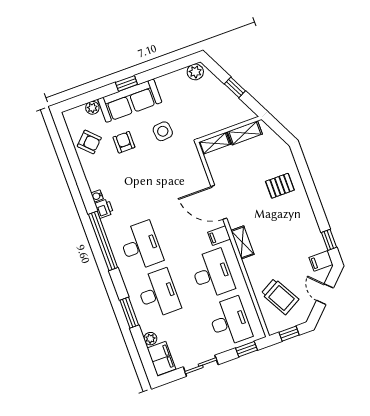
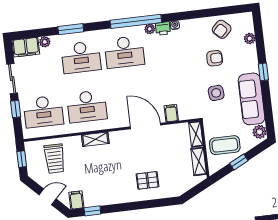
sofa: (130, 101) -> (252, 99), moved
coffee table: (219, 108) -> (225, 145), added
pallet: (280, 186) -> (147, 180), turned 90
door: (219, 202) -> (146, 126), hinge flipped
plant: (108, 223) -> (150, 29), added
filing cabinet: (219, 236) -> (171, 113), moved
shelving: (242, 242) -> (95, 139), moved
trolley: (280, 296) -> (55, 159), turned -61
window: (246, 349) -> (16, 109), moved

